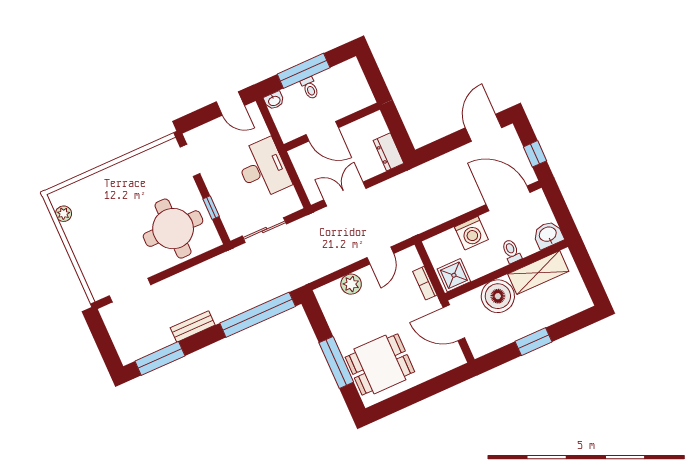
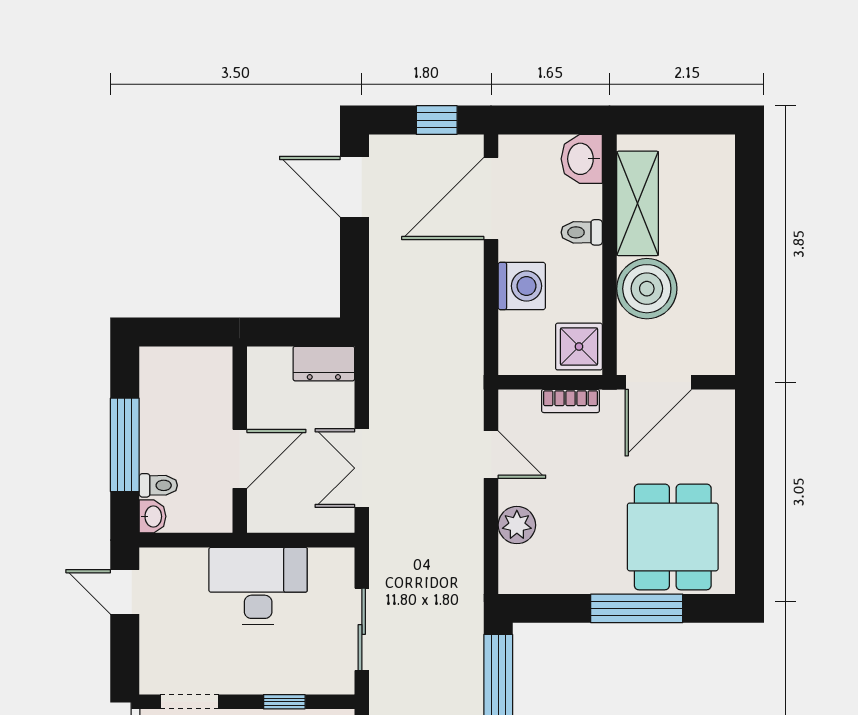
toilet: (310, 88) -> (158, 485), moved
door: (230, 104) -> (125, 592), swing flipped
window: (534, 342) -> (750, 263), removed

